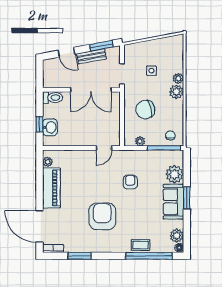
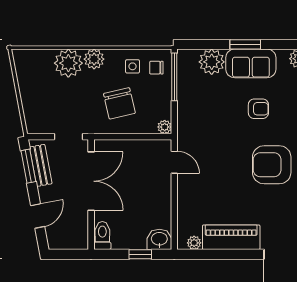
bench: (92, 56) -> (41, 165), moved
side table: (151, 71) -> (132, 66), moved
plant: (178, 78) -> (68, 63), width x1.88, depth x1.88
washbasin: (50, 127) -> (159, 239), moved
plant: (140, 141) -> (165, 127), moved
armchair: (130, 182) -> (258, 109), moved, turned 180

